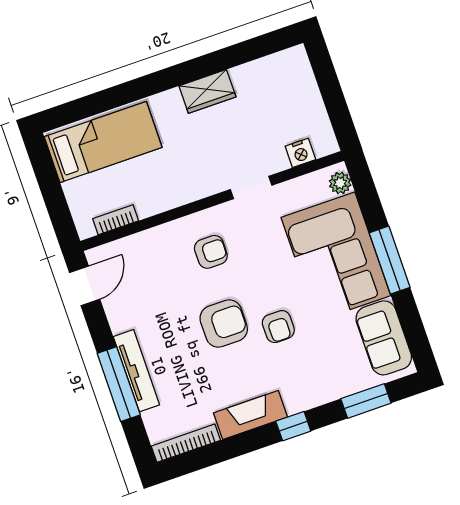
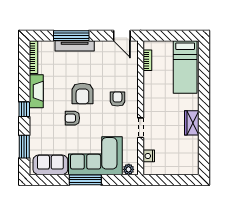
armchair: (211, 252) -> (117, 99), turned 180

